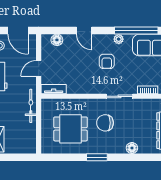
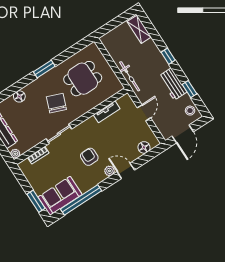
door: (18, 30) -> (183, 134), swing flipped
plant: (119, 39) -> (110, 171), moved
tv unit: (54, 89) -> (107, 112), moved
chair: (105, 123) -> (56, 103), turned -69

